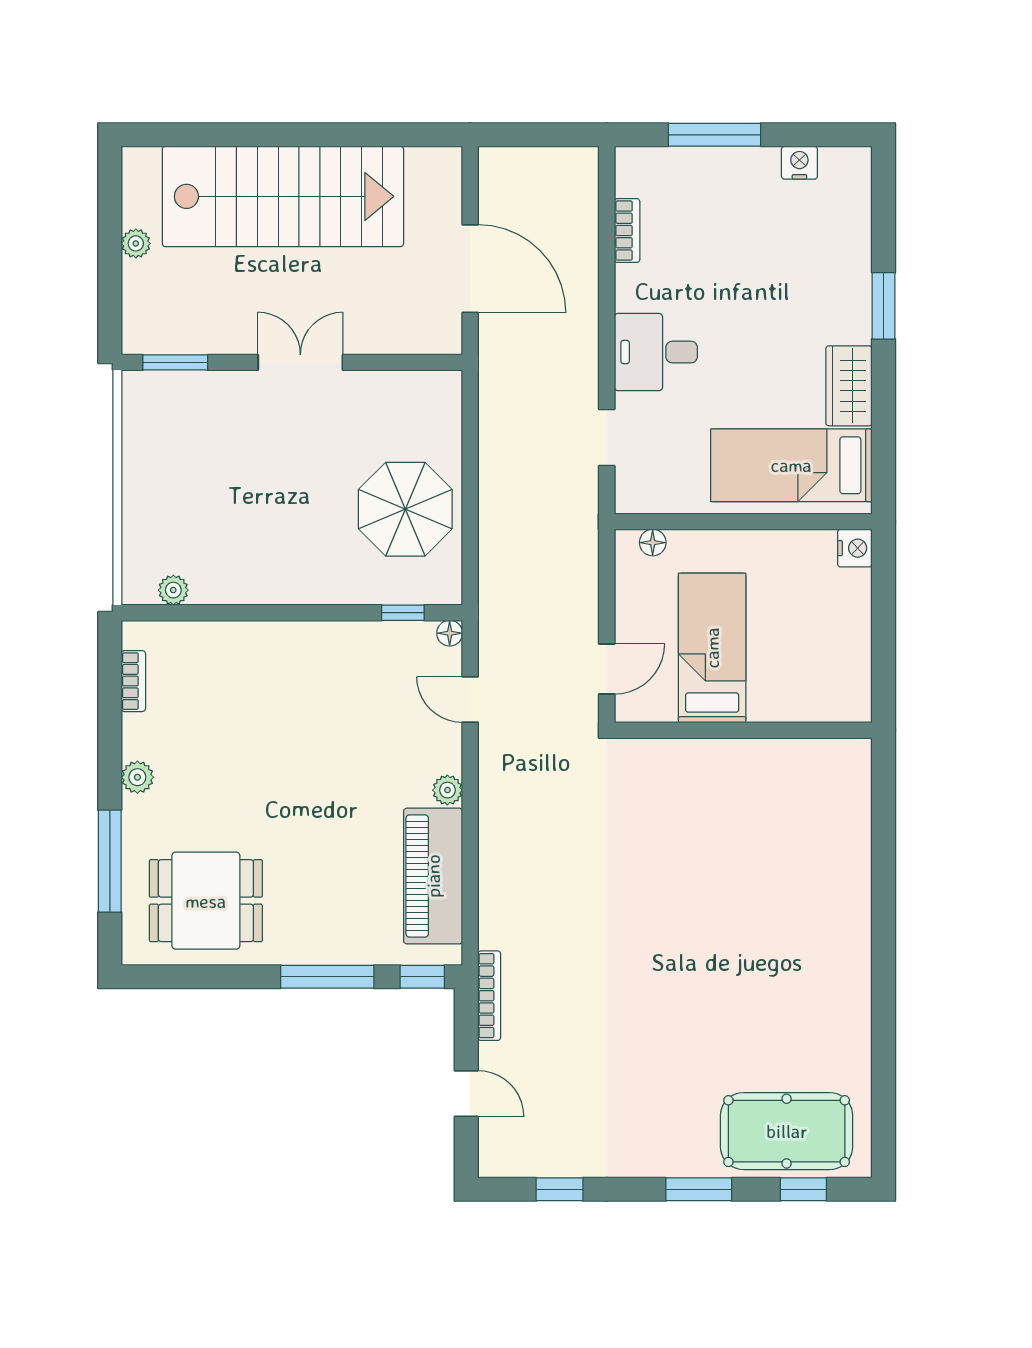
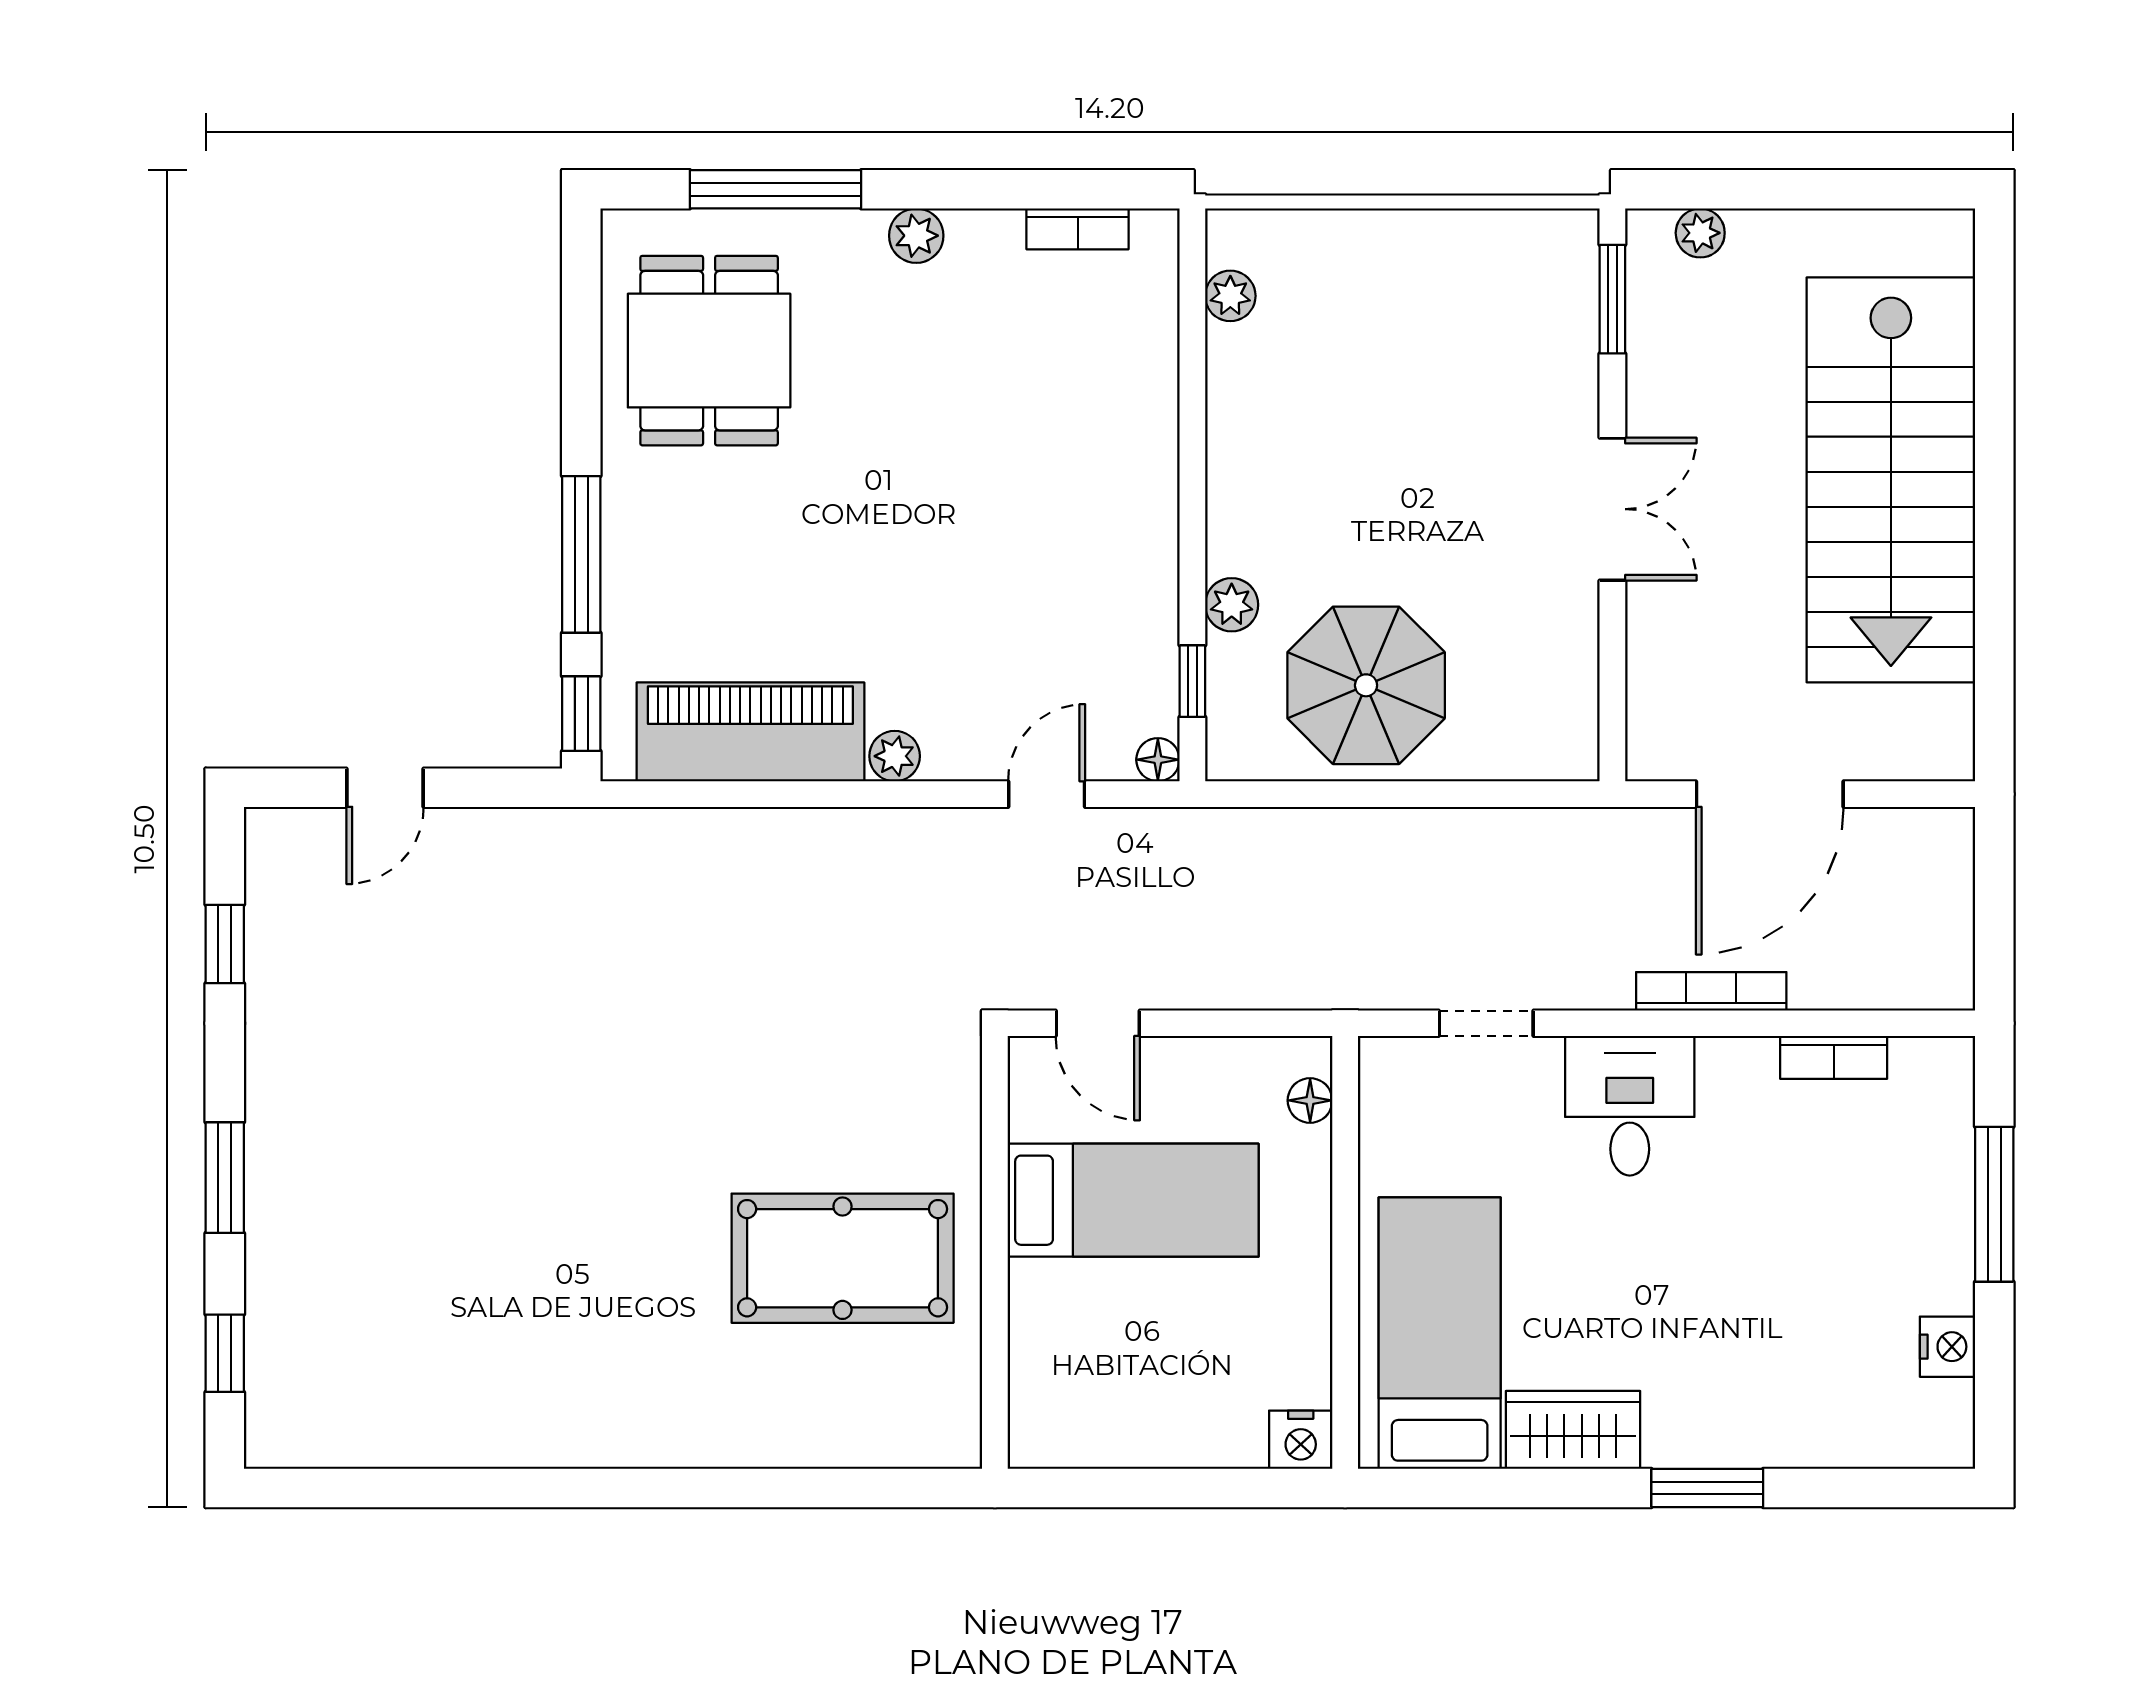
plant: (136, 243) -> (1700, 233), moved
plant: (357, 589) -> (1232, 605), added
bookcase: (489, 996) -> (1711, 991), moved, turned 180
pool table: (787, 1131) -> (843, 1258), moved, turned 90

